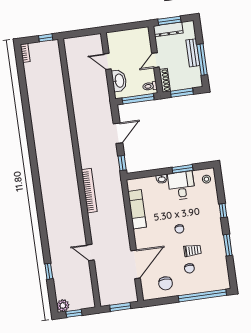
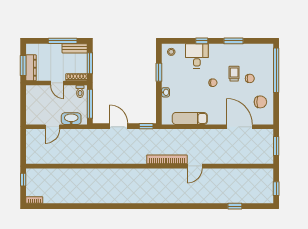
bench: (193, 53) -> (75, 48), moved
desk: (181, 186) -> (197, 56), moved, turned 90
door: (90, 252) -> (195, 166), moved
plant: (63, 306) -> (268, 198), removed

